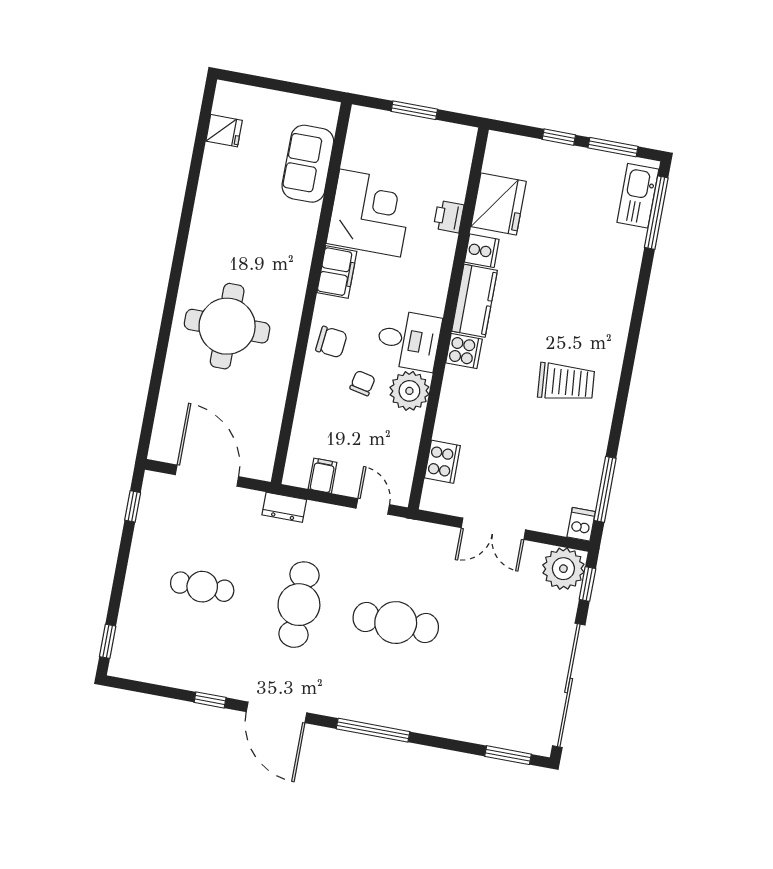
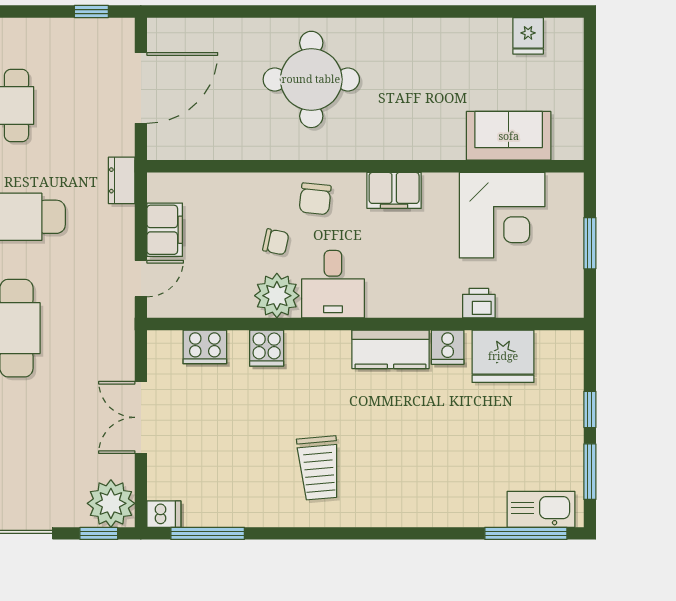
corner desk: (370, 213) -> (502, 215), moved
cooker: (464, 351) -> (267, 348), moved
filing cabinet: (323, 476) -> (165, 230), width x2.00

